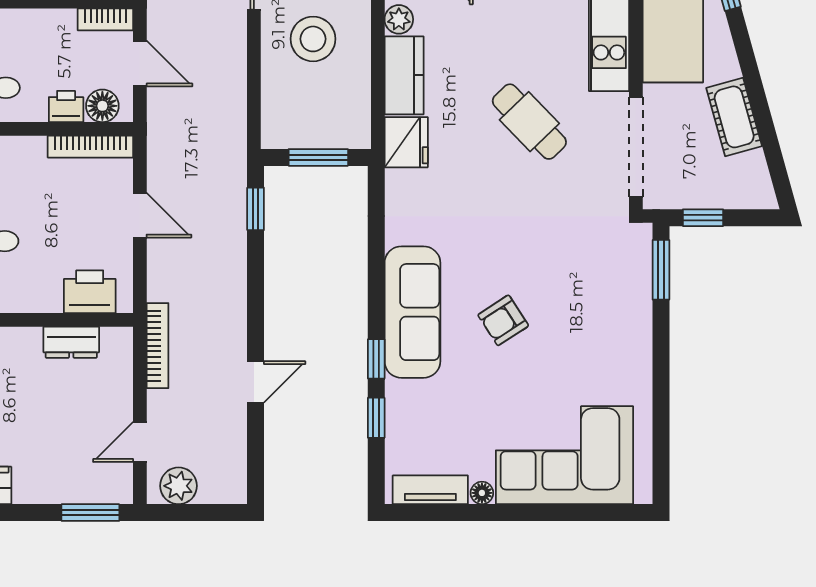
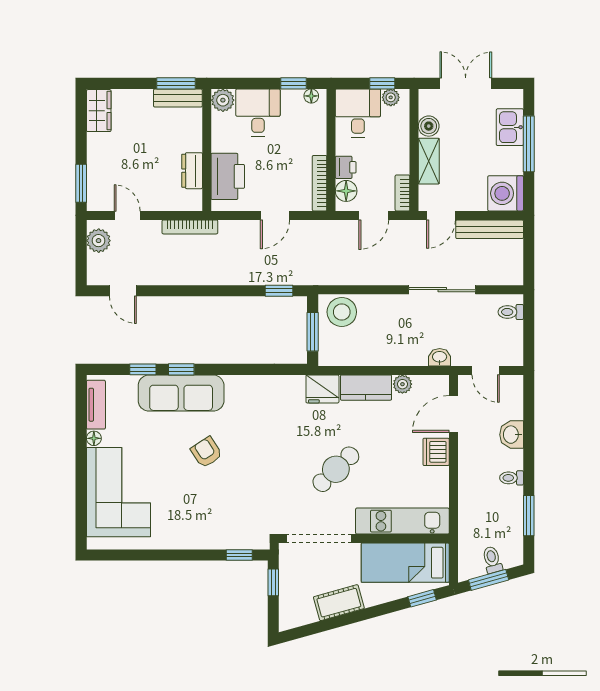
stool: (313, 39) -> (342, 312), moved
window: (661, 270) -> (239, 555), width x0.67
printer: (90, 292) -> (228, 176), width x1.37, depth x1.19
sofa: (412, 312) -> (181, 393), moved
door: (256, 382) -> (123, 291), moved

